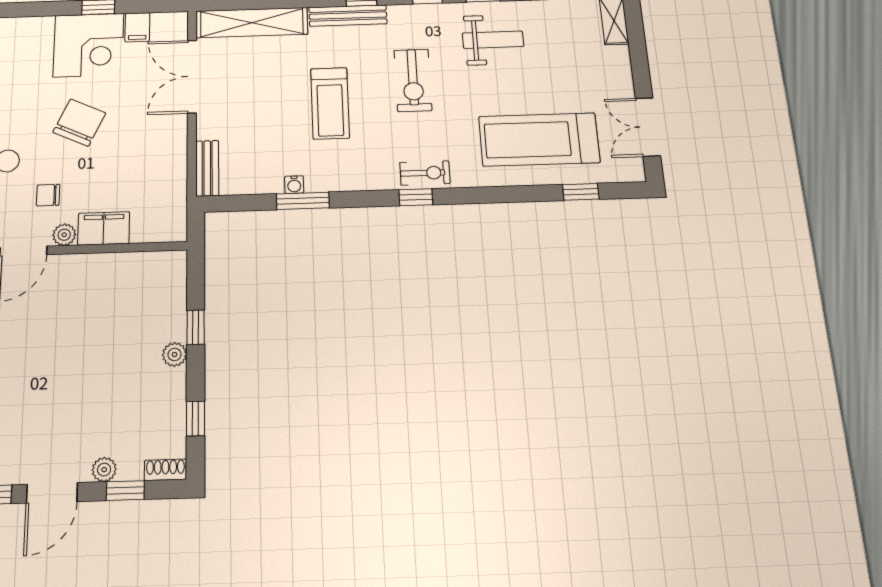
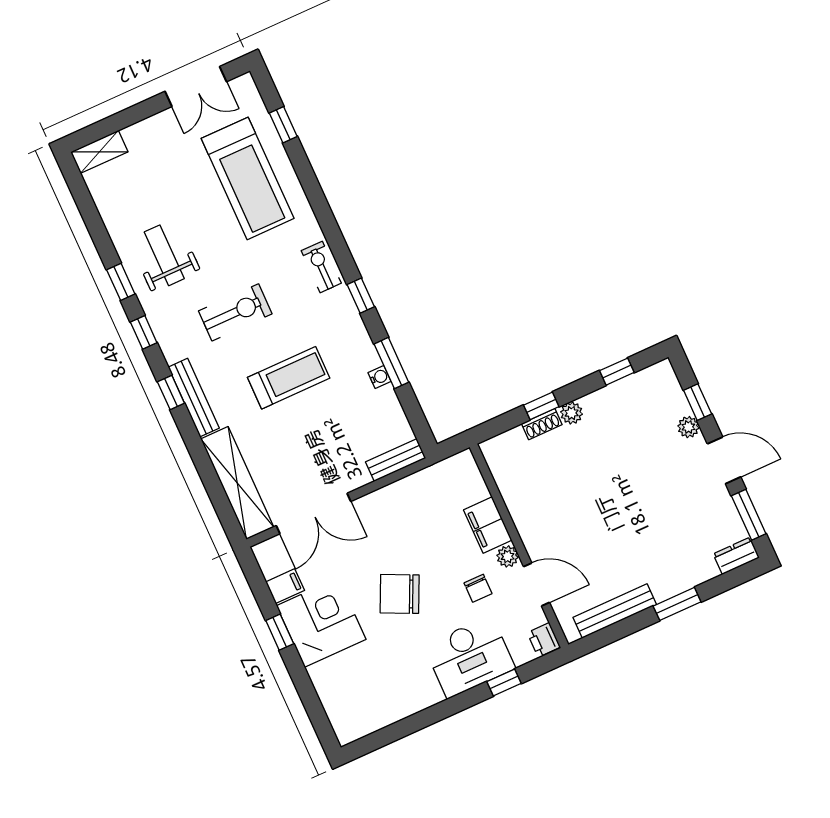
window: (416, 197) -> (361, 296), moved
shoe rack: (165, 470) -> (542, 424), moved, turned -90

